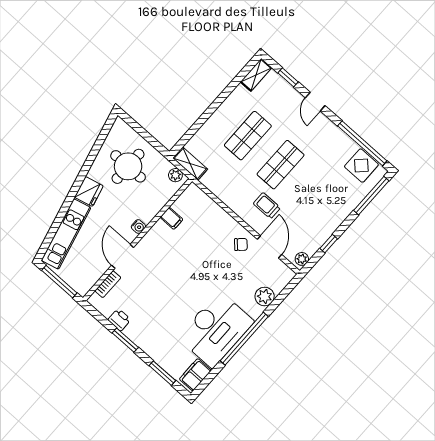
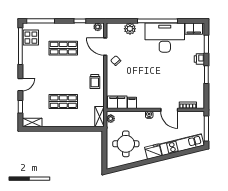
shop shelf: (281, 165) -> (63, 48), moved
filing cabinet: (188, 201) -> (117, 102), added
trolley: (267, 206) -> (95, 81), moved
door: (270, 247) -> (105, 47), hinge flipped
door: (123, 256) -> (169, 110), hinge flipped
printer: (119, 320) -> (199, 59), moved

